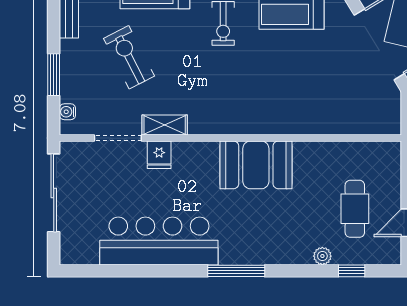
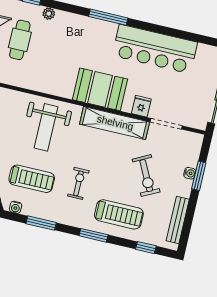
weight bench: (288, 93) -> (46, 127), added
water cooler: (67, 112) -> (190, 173), moved
shelving: (165, 125) -> (115, 123), width x2.20, depth x1.33
booth: (256, 165) -> (100, 89), moved

